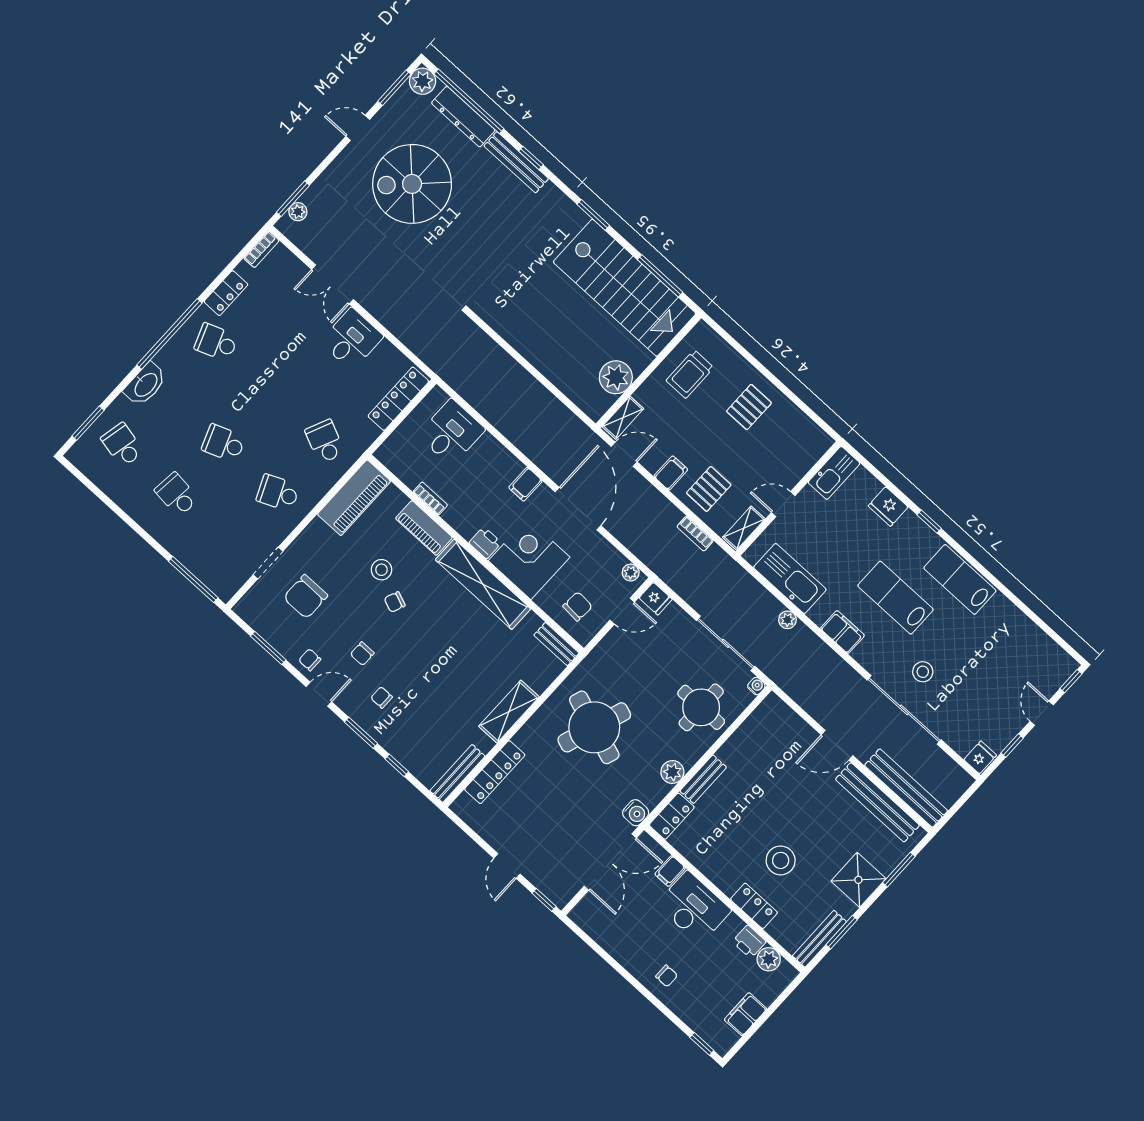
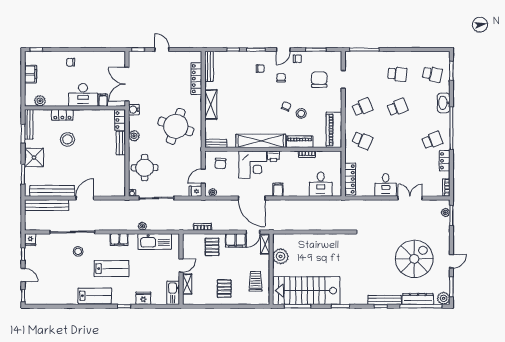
filing cabinet: (671, 473) -> (236, 240), width x2.00
shelving: (744, 528) -> (187, 284), moved
printer: (749, 942) -> (53, 101), removed

